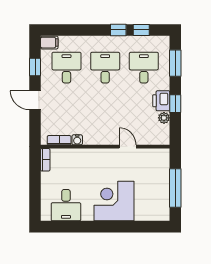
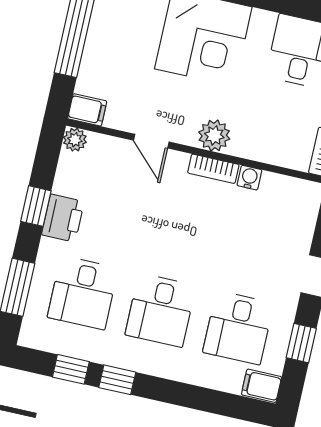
plant: (164, 118) -> (75, 140), moved
bookcase: (59, 140) -> (213, 169), moved
filing cabinet: (161, 155) -> (87, 110), added
plant: (98, 156) -> (214, 135), added

